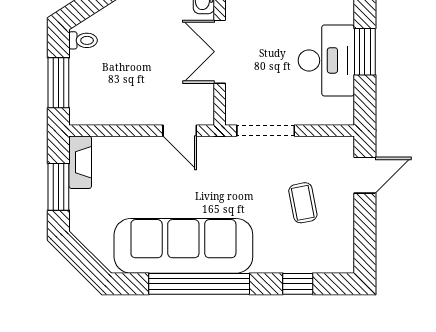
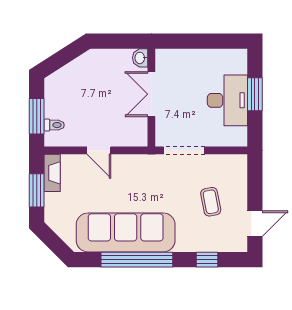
toilet: (83, 40) -> (54, 125), moved
door: (180, 131) -> (99, 150), moved
door: (365, 175) -> (255, 224), moved

